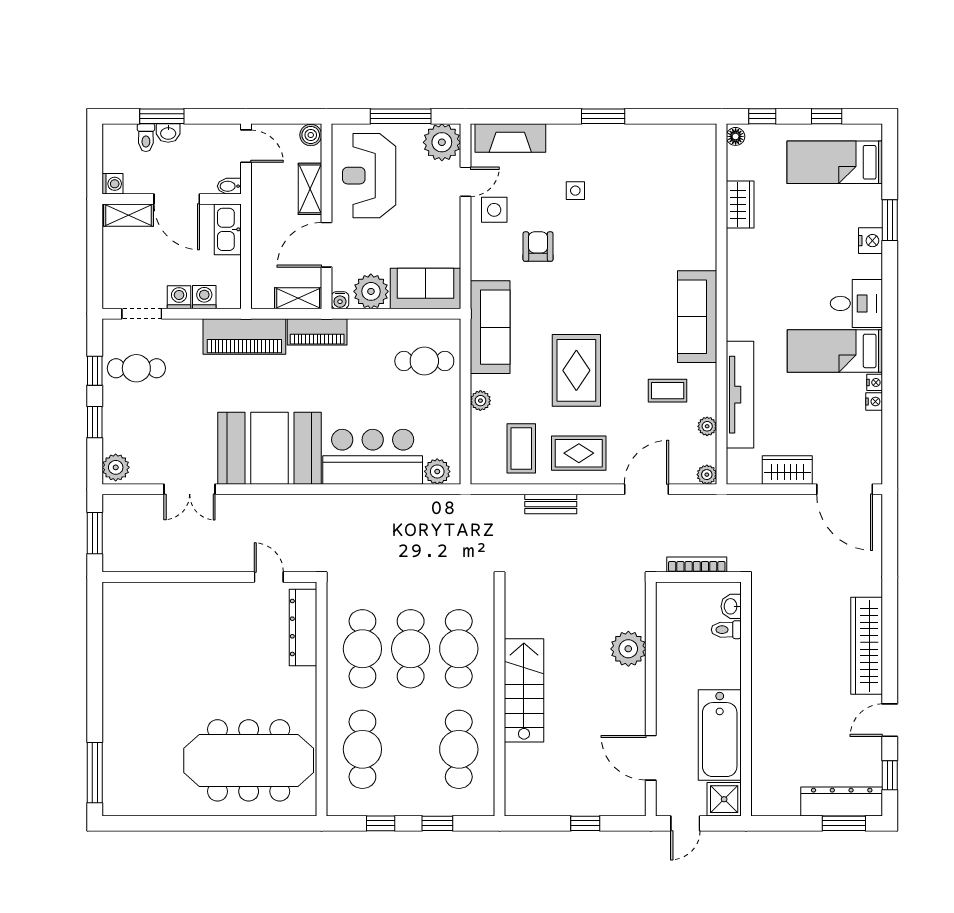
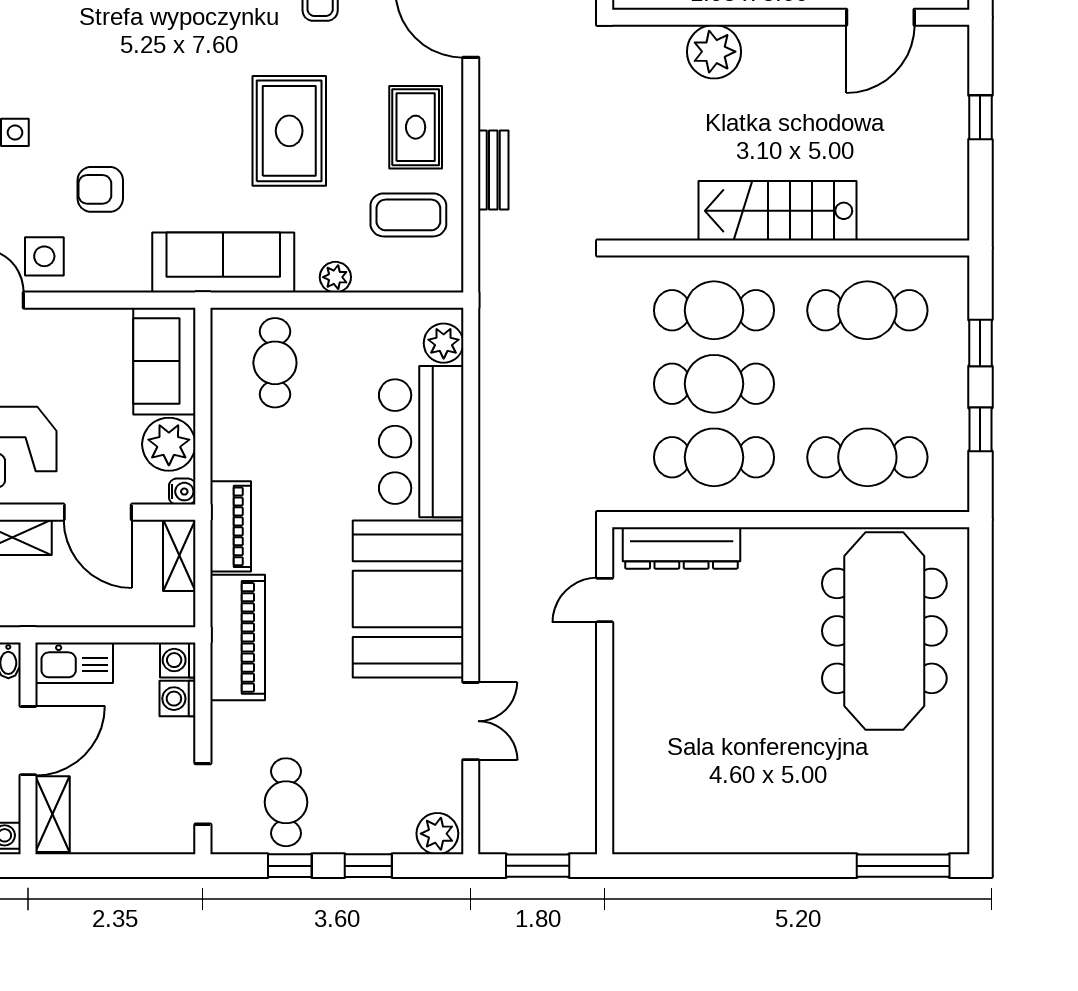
washing machine: (179, 297) -> (178, 660), moved
rug: (576, 370) -> (289, 131), turned 90

